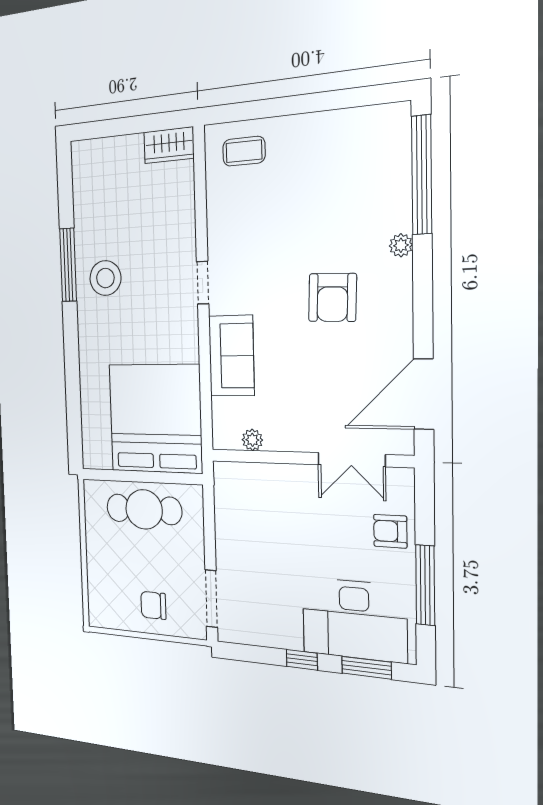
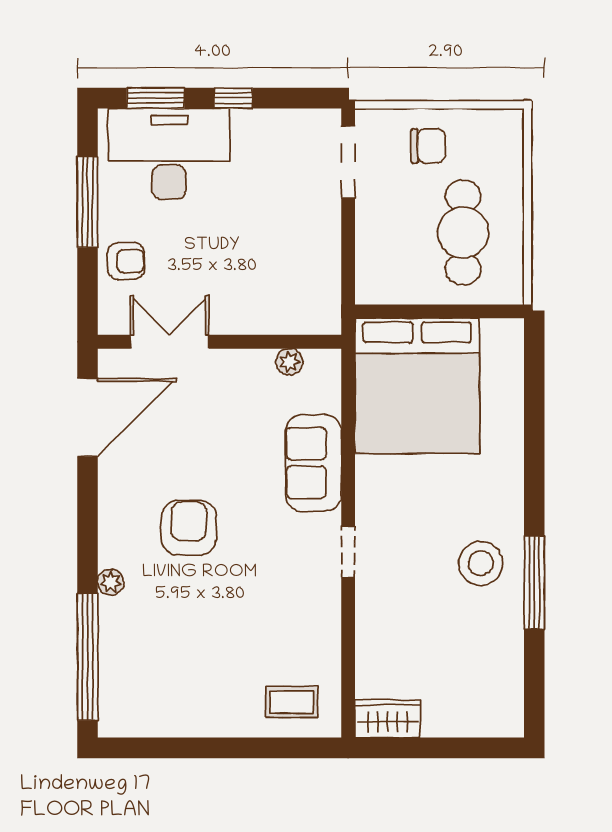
cafe table: (144, 509) -> (463, 233), moved, turned 90

